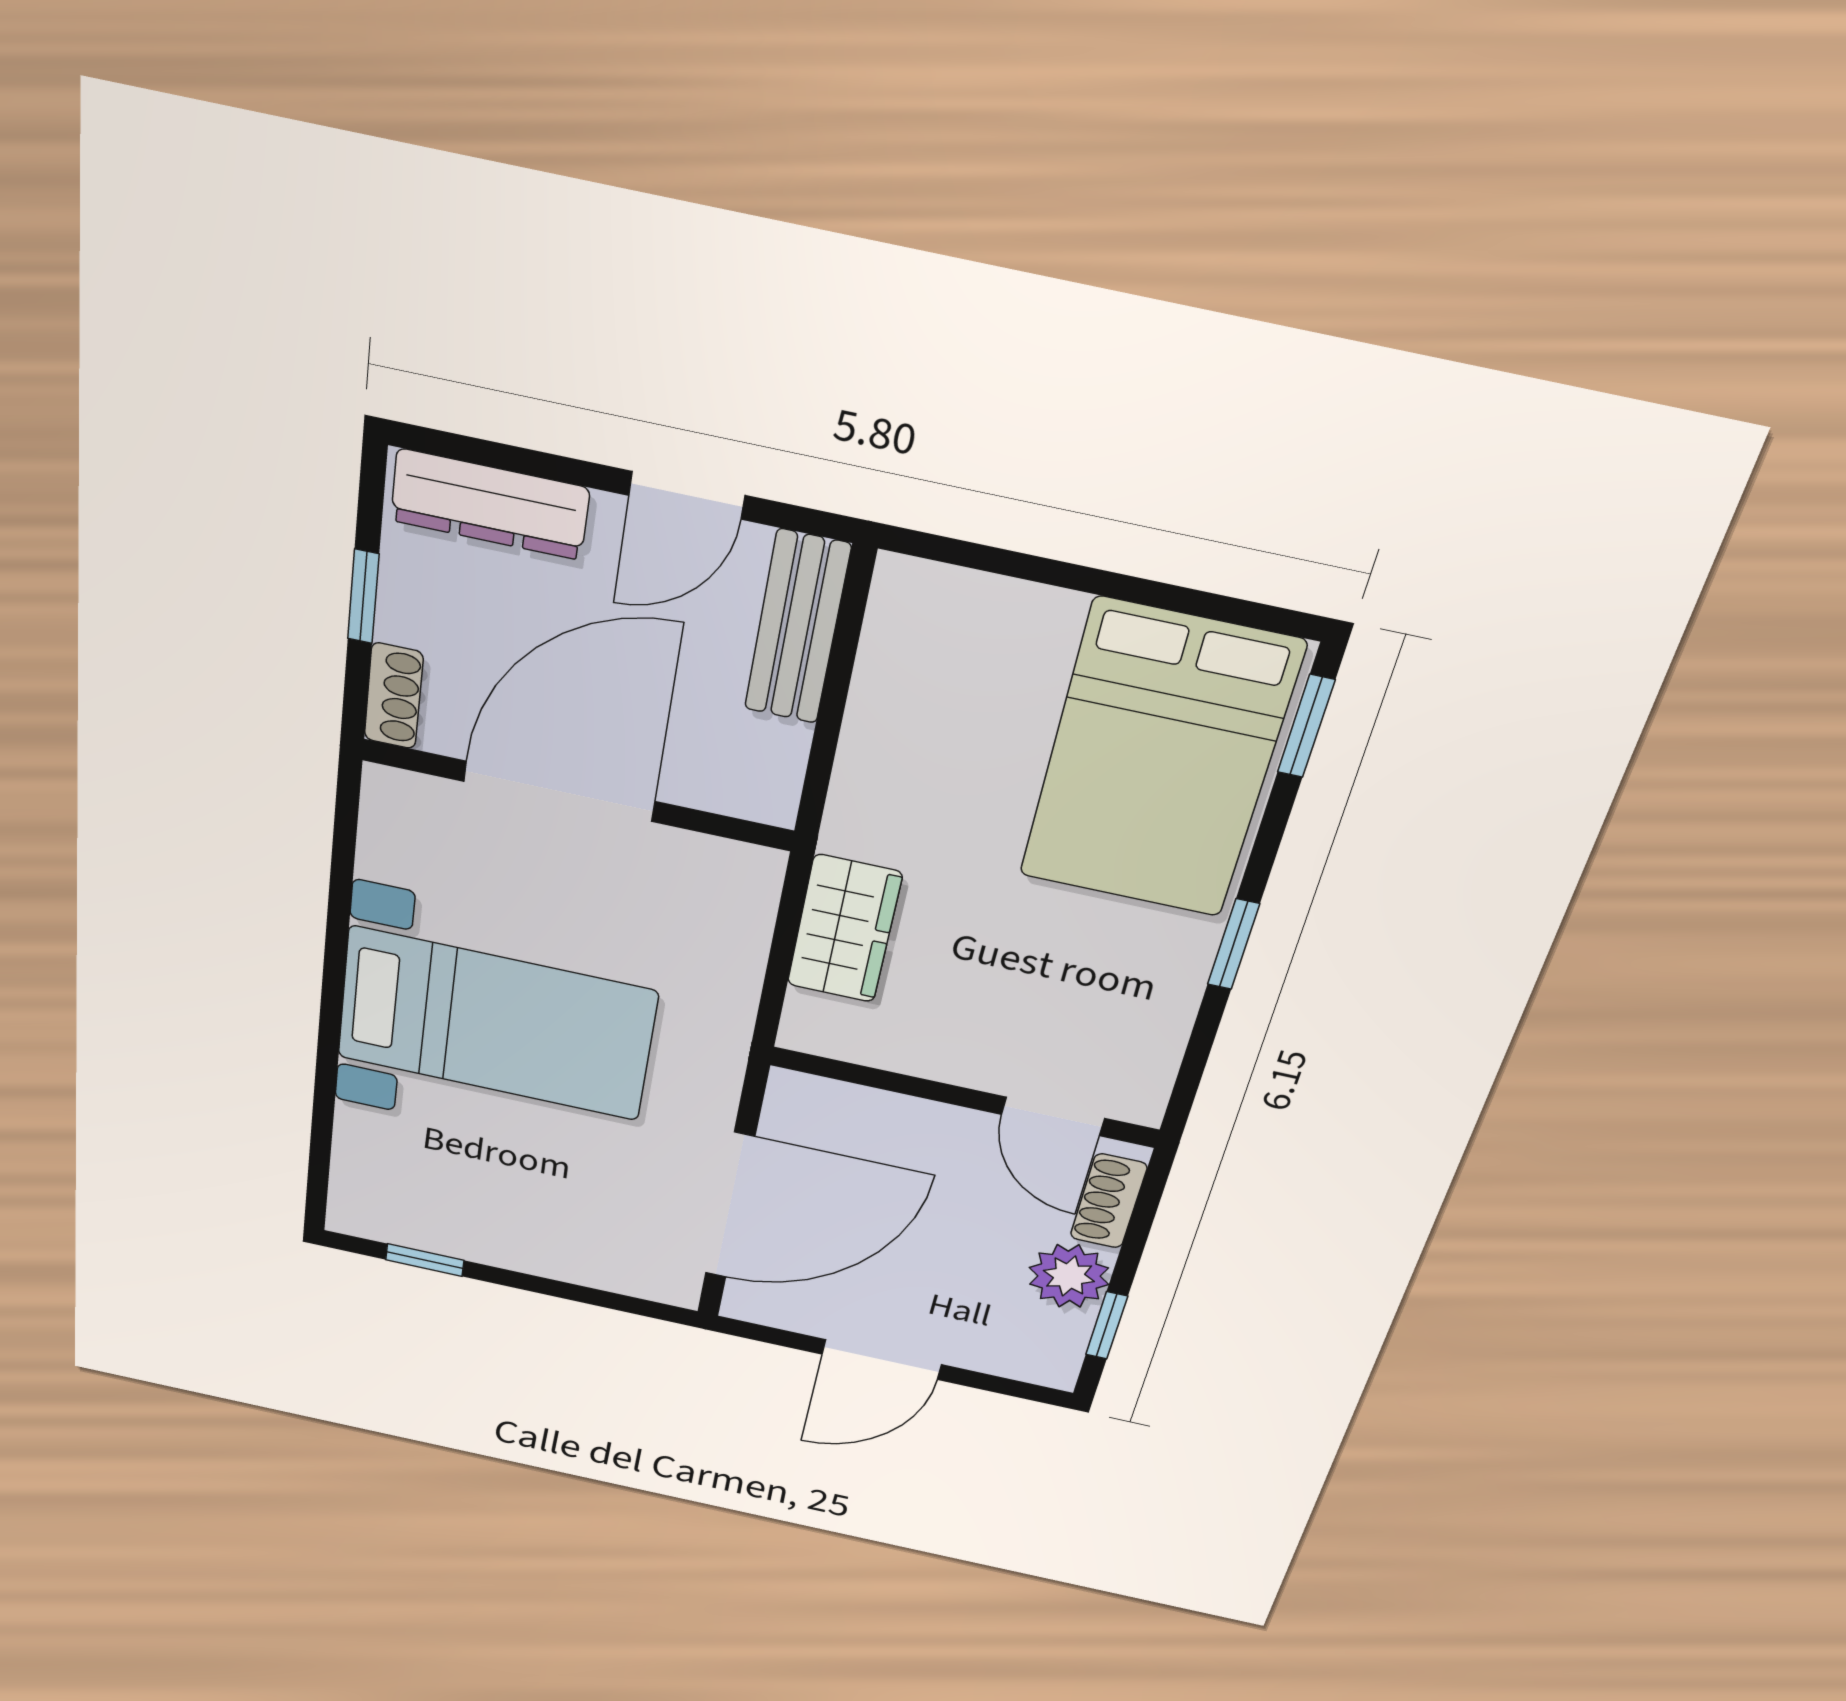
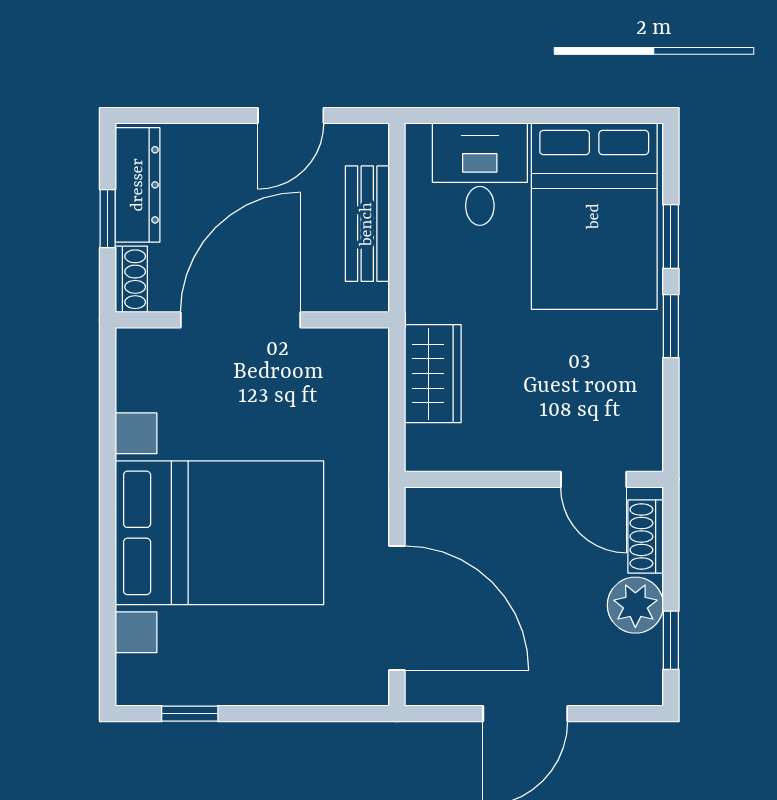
dresser: (490, 504) -> (138, 185), moved, turned -90
bench: (797, 628) -> (367, 224), moved
desk: (987, 657) -> (480, 174), added
window: (1306, 726) -> (671, 236), moved
bed with nightstands: (496, 1024) -> (219, 533), width x1.36
door: (730, 1206) -> (397, 608), hinge flipped

